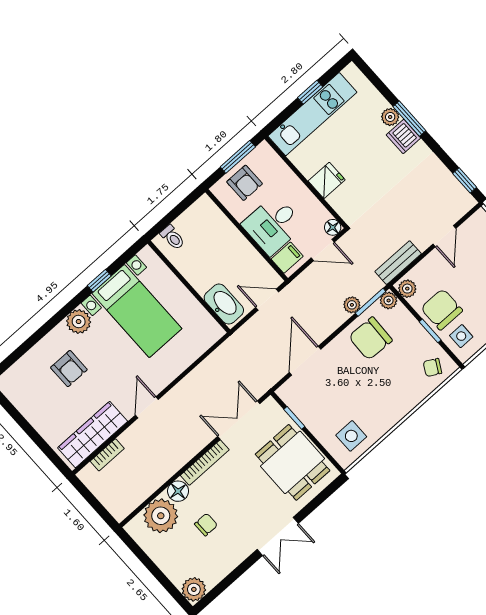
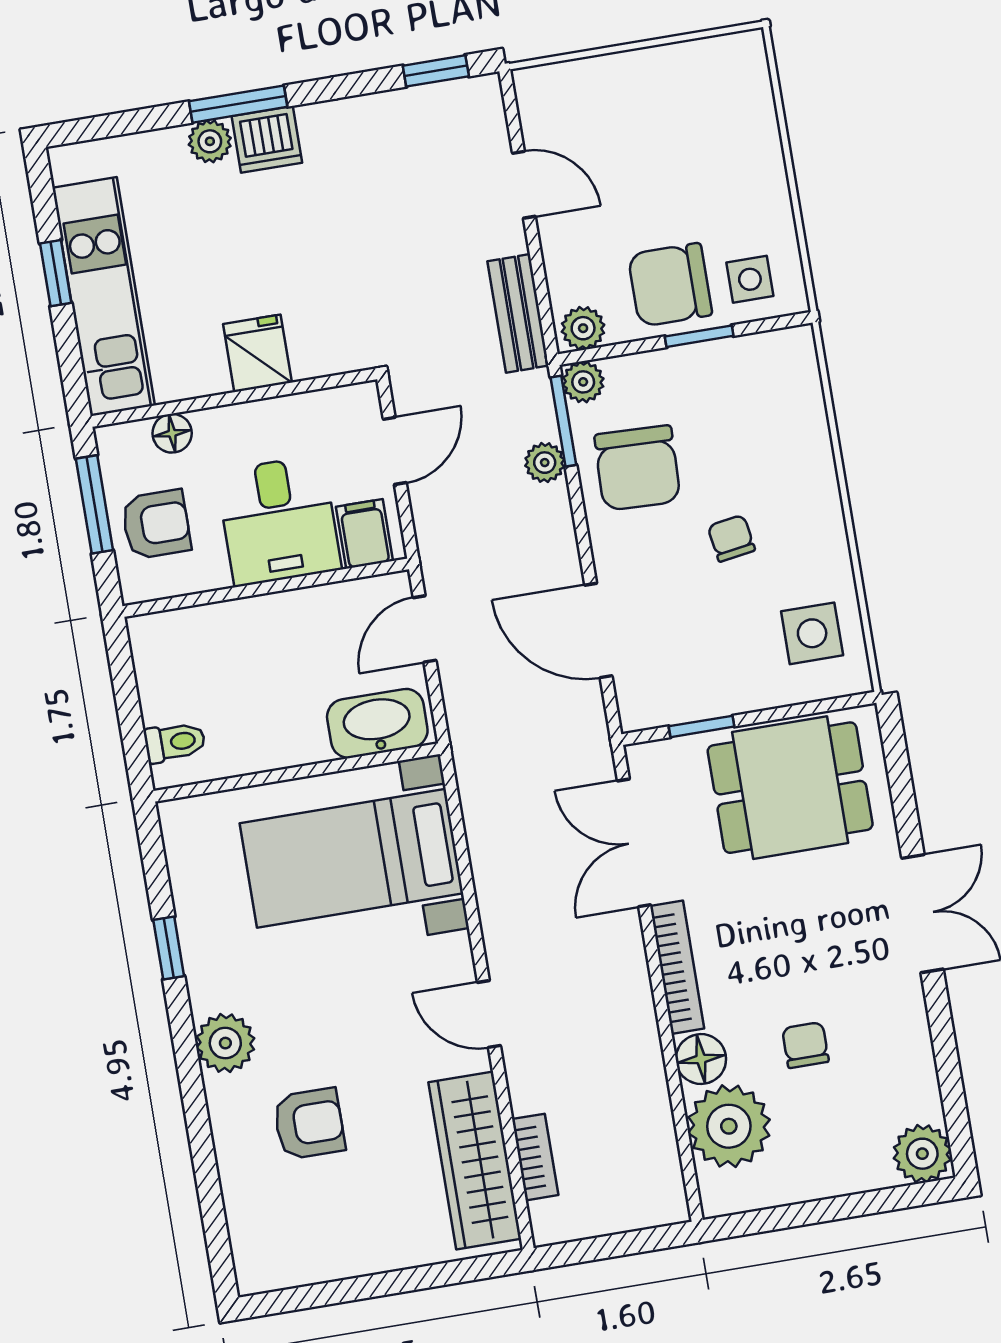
floor lamp: (333, 227) -> (172, 433), moved
bed with nightstands: (137, 311) -> (351, 858), moved, turned 180
chair: (432, 368) -> (731, 538), moved, turned 142

